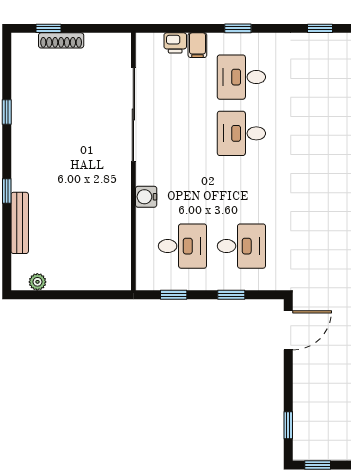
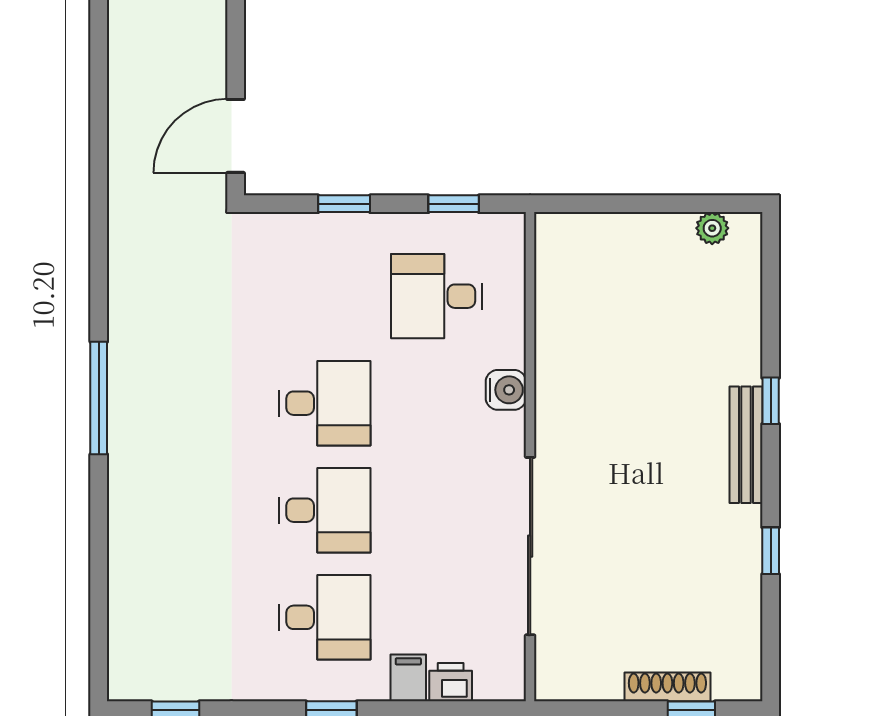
bench: (20, 223) -> (746, 445), moved
desk: (241, 246) -> (325, 403), moved, turned 180

